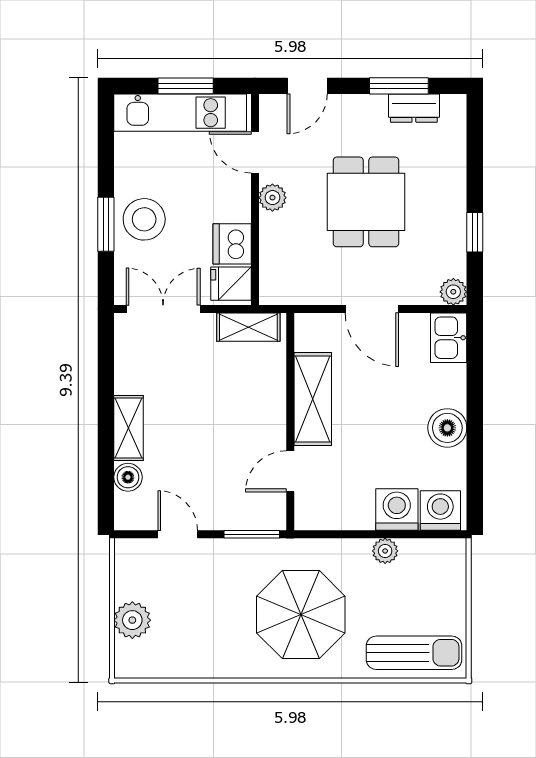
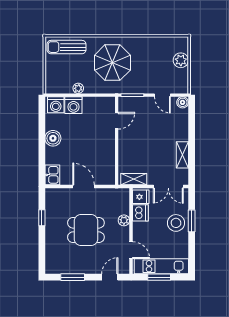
dresser: (414, 108) -> (67, 268), removed
plant: (272, 198) -> (124, 220), moved
dining table: (366, 202) -> (86, 230), turned 90
plant: (453, 292) -> (51, 194), removed
shelving: (313, 399) -> (108, 150), removed
shelving: (129, 428) -> (182, 155), moved
boiler: (128, 477) -> (183, 102), moved

